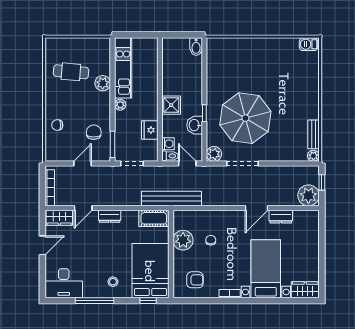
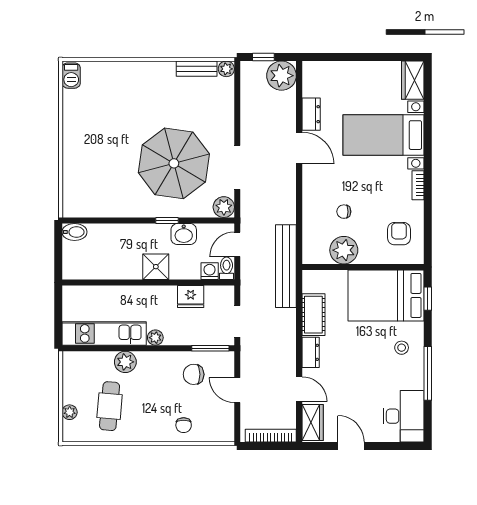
plant: (67, 43) -> (70, 412), added
cot: (154, 218) -> (313, 315), moved

